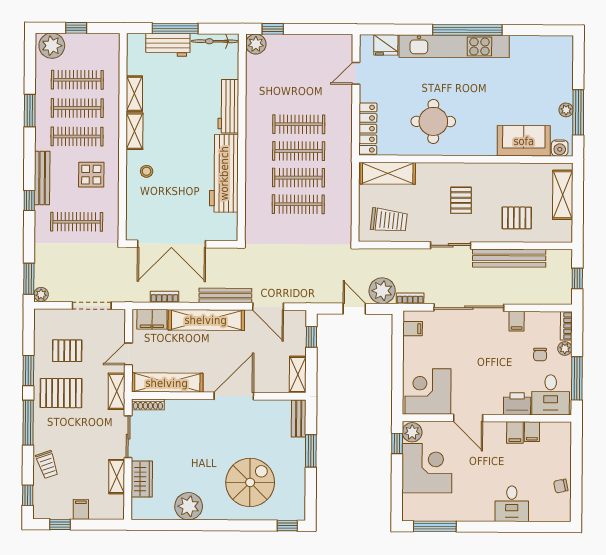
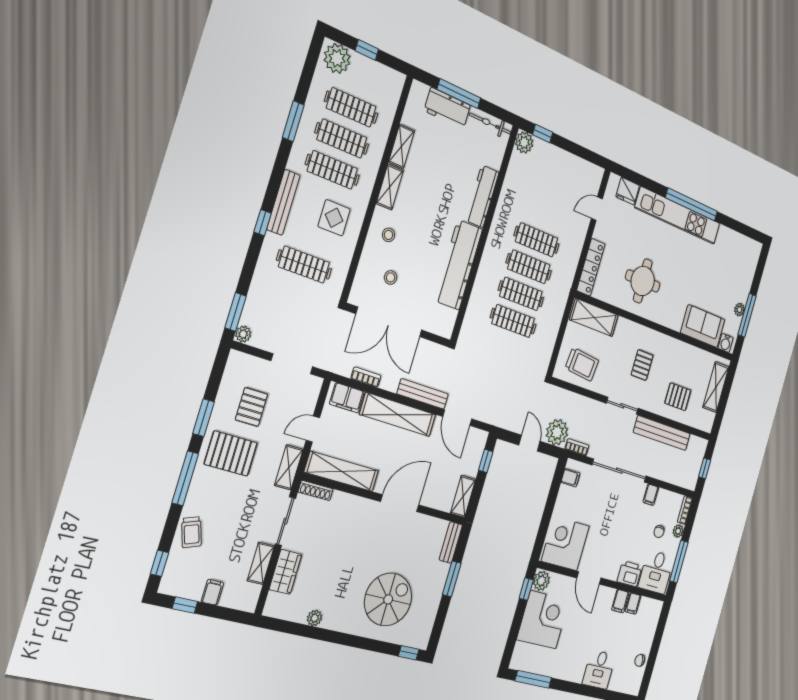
stool: (160, 206) -> (391, 277), added
pallet: (67, 351) -> (252, 407), turned 90
plant: (189, 506) -> (314, 618), width x0.53, depth x0.53

